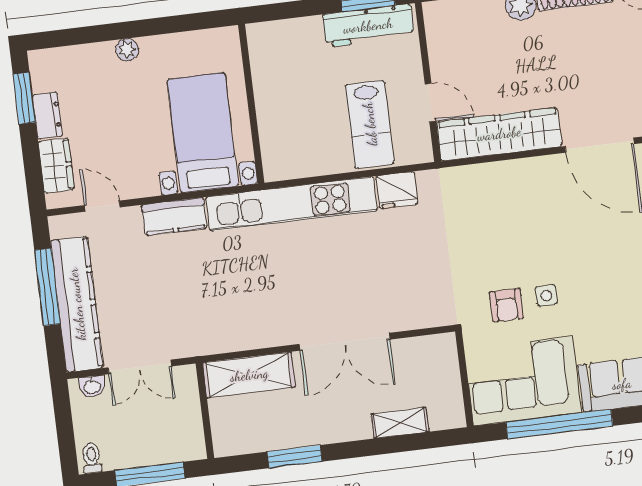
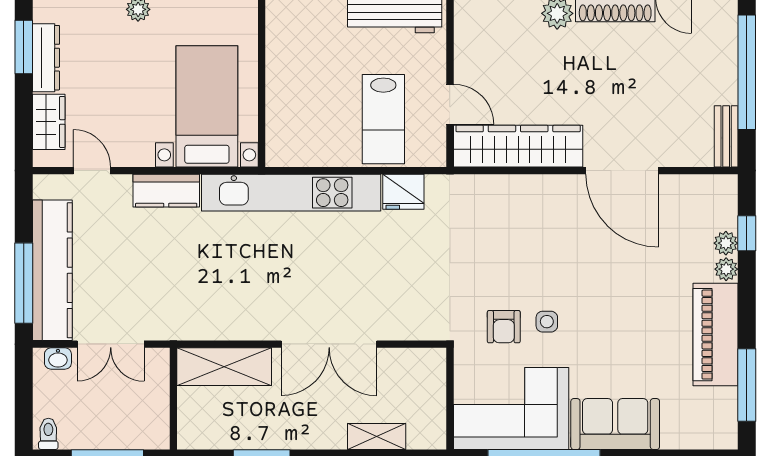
dresser: (47, 115) -> (46, 58), width x1.44
window: (47, 287) -> (24, 283), moved

